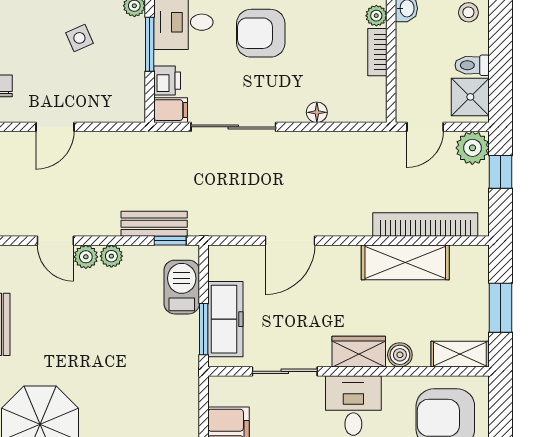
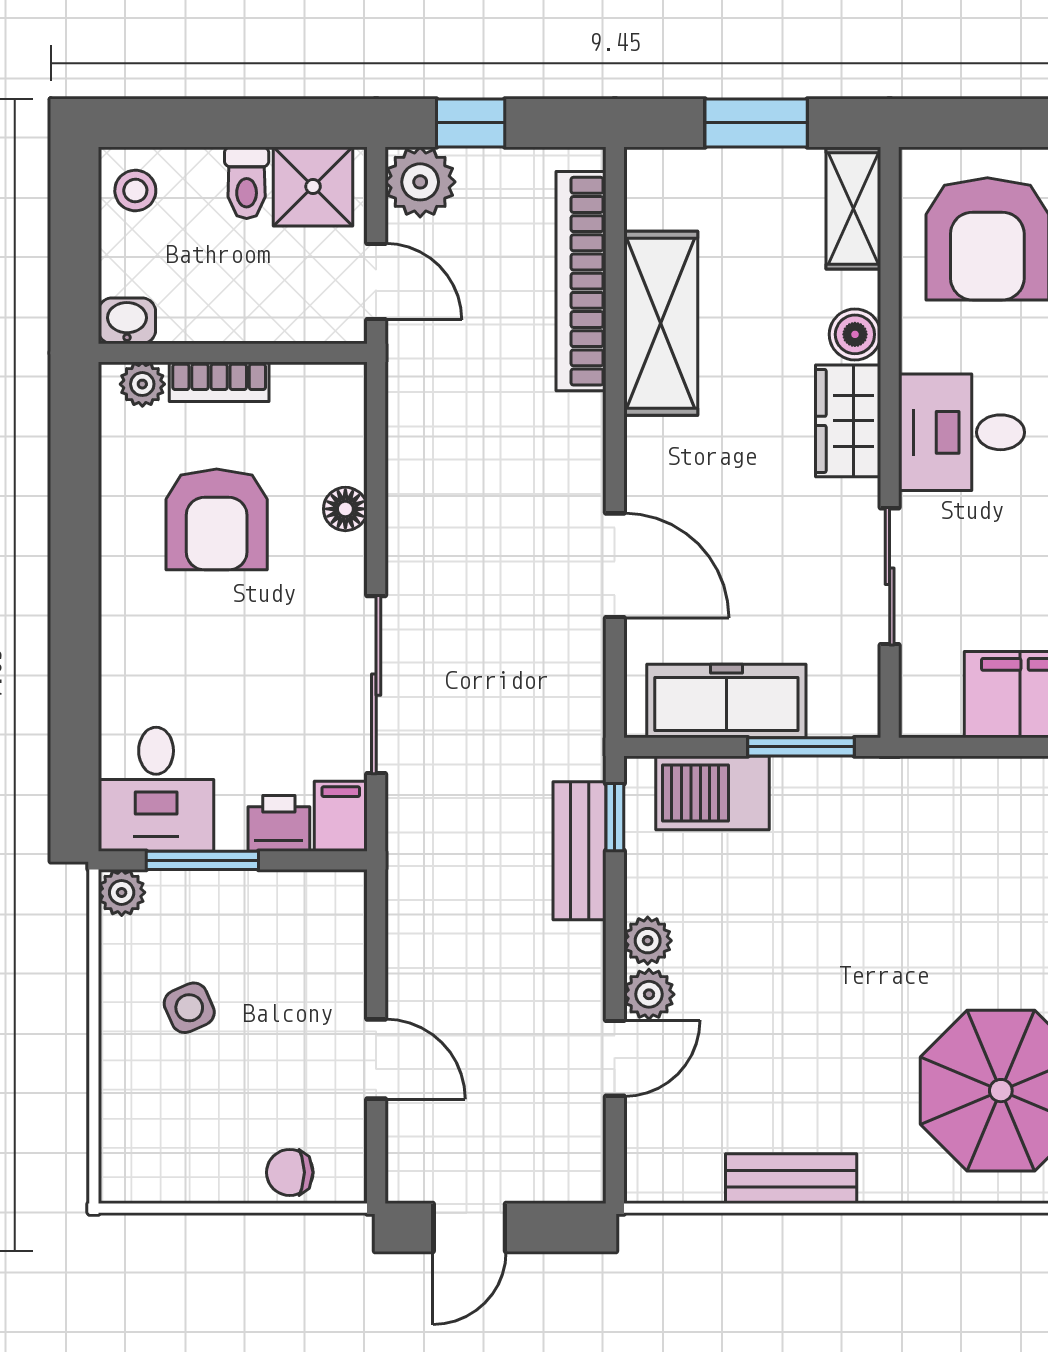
armchair: (261, 33) -> (217, 519), moved
freezer: (225, 319) -> (726, 701), moved

